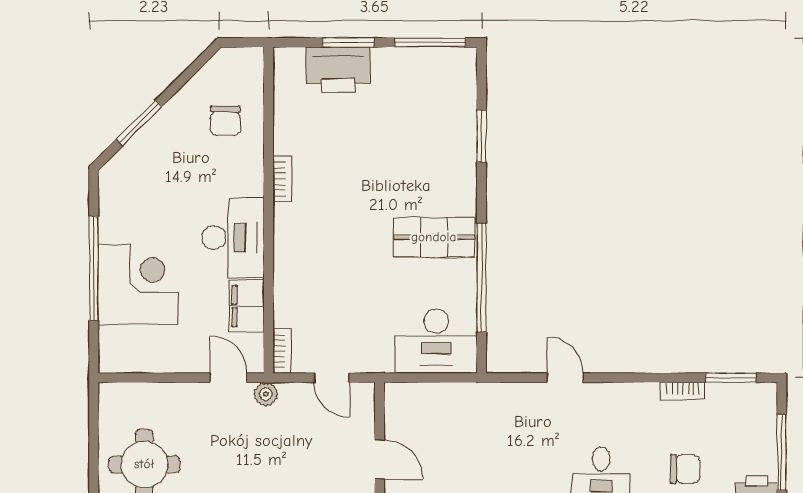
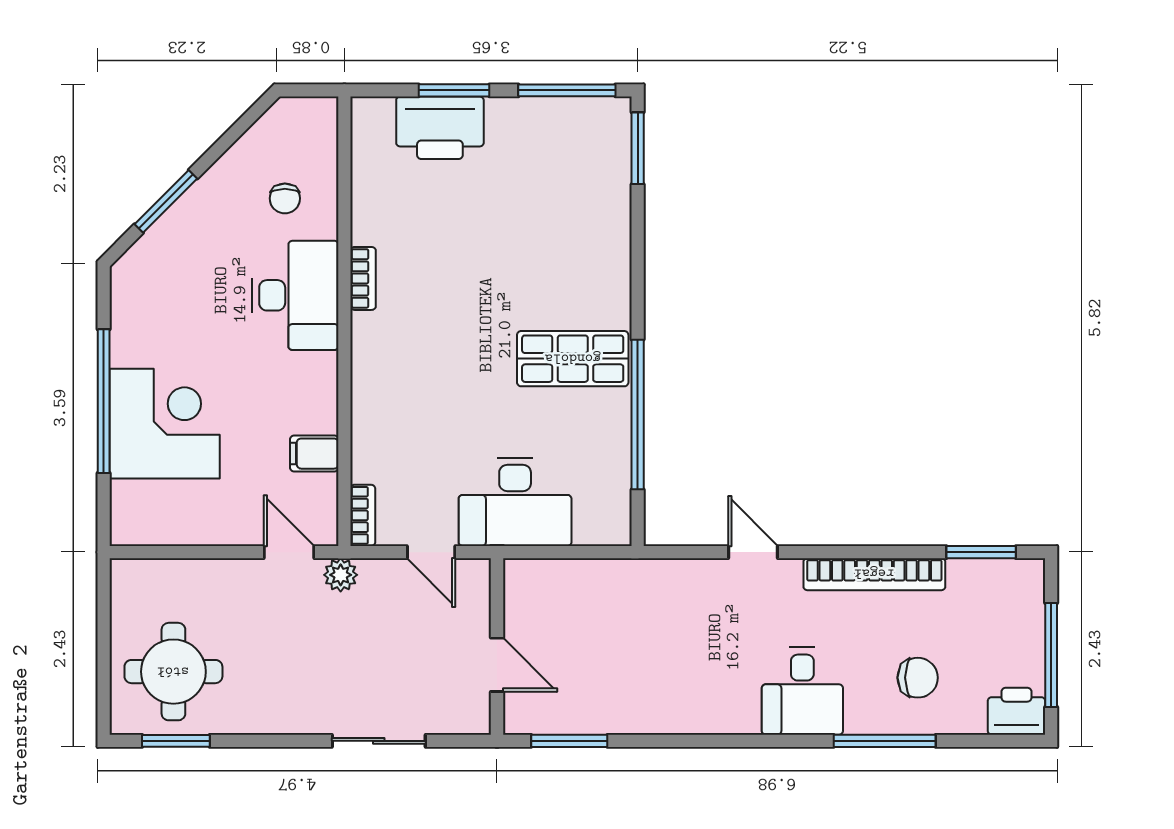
chair: (225, 121) -> (285, 198), width x0.73, depth x0.73
window: (481, 136) -> (638, 148), moved
desk: (233, 238) -> (295, 295), moved
filing cabinet: (247, 306) -> (314, 454), width x0.50
desk: (436, 341) -> (515, 502), moved
bookcase: (683, 391) -> (874, 574), width x2.31, depth x1.31

